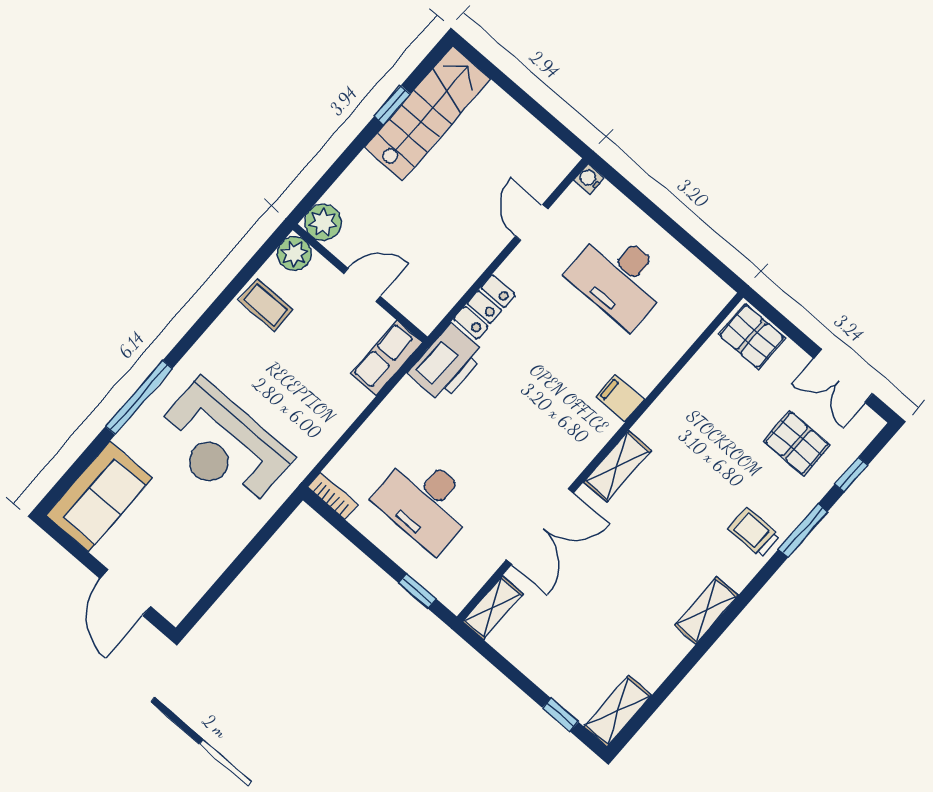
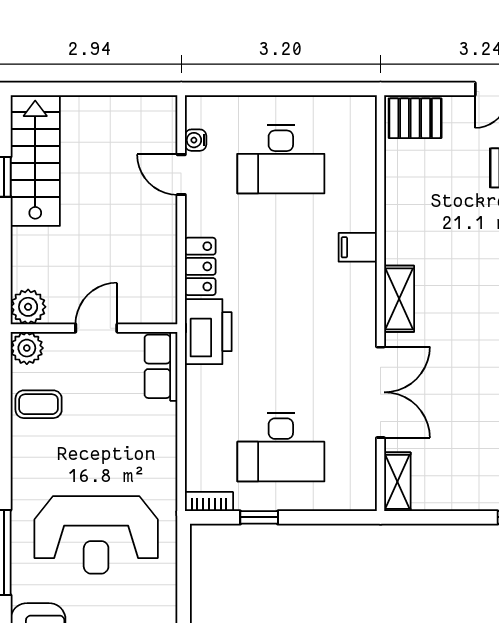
water cooler: (589, 179) -> (196, 140), moved
window: (417, 591) -> (259, 517), moved

